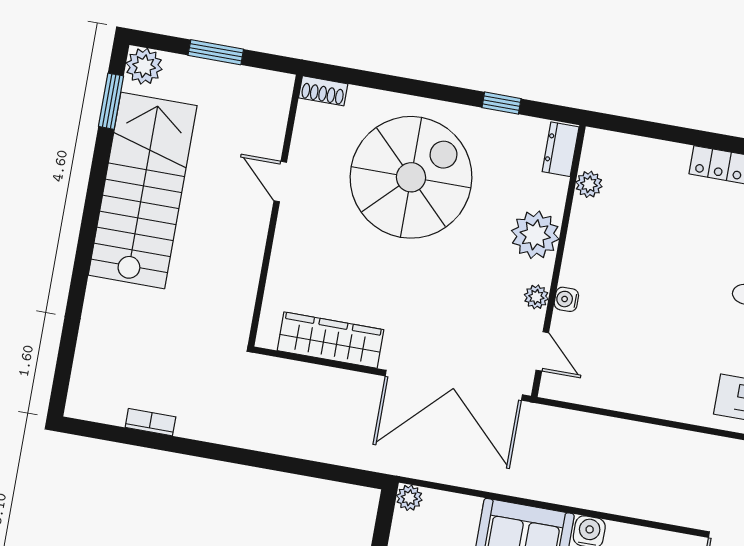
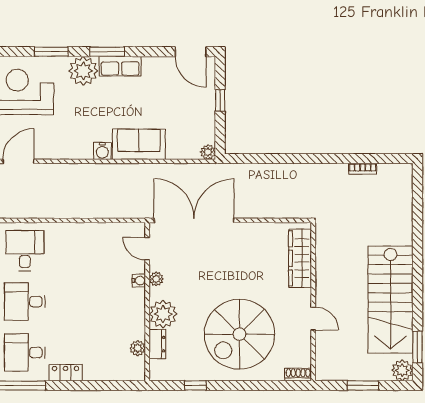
dresser: (561, 149) -> (157, 344), moved
wardrobe: (330, 340) -> (300, 258), moved, turned 90

